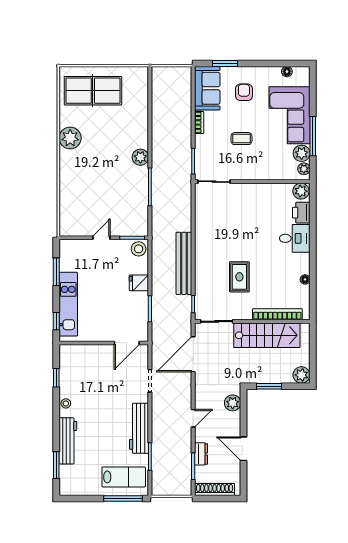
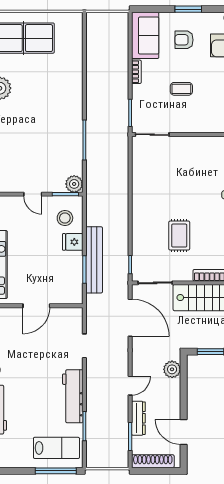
window: (225, 63) -> (188, 9), moved
armchair: (244, 92) -> (184, 40), turned -90
plant: (140, 157) -> (74, 184), moved
door: (101, 238) -> (33, 194), swing flipped
stool: (139, 249) -> (65, 218), moved
bench: (184, 263) -> (94, 260), moved
door: (127, 343) -> (36, 306), moved
door: (193, 354) -> (130, 318), swing flipped
door: (244, 449) -> (184, 432), moved
dresser: (201, 454) -> (138, 418), width x1.44

